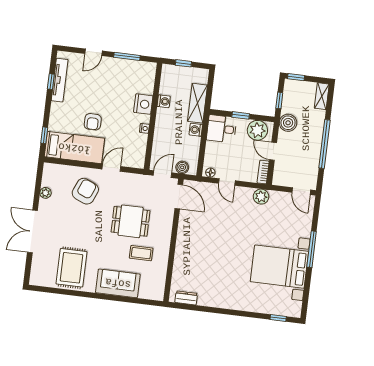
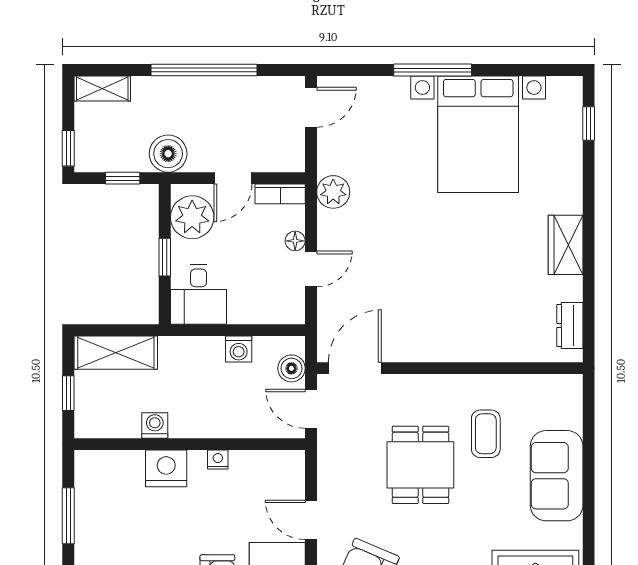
shelving: (197, 103) -> (116, 353), moved
washing machine: (196, 130) -> (239, 349), moved
floor lamp: (210, 173) -> (295, 241), moved
wardrobe: (224, 301) -> (566, 245), added

